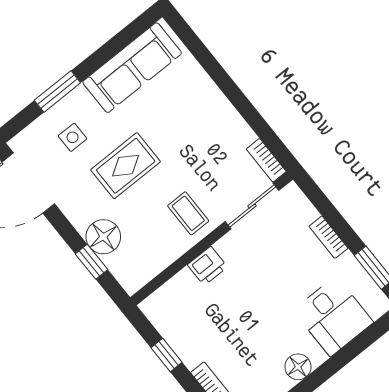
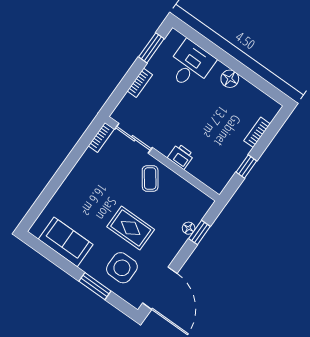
sofa: (132, 68) -> (66, 242), width x0.73
side table: (73, 137) -> (122, 268), width x1.87, depth x1.87
coffee table: (188, 213) -> (150, 178), turned -36
floor lamp: (103, 237) -> (189, 228), width x0.53, depth x0.53

